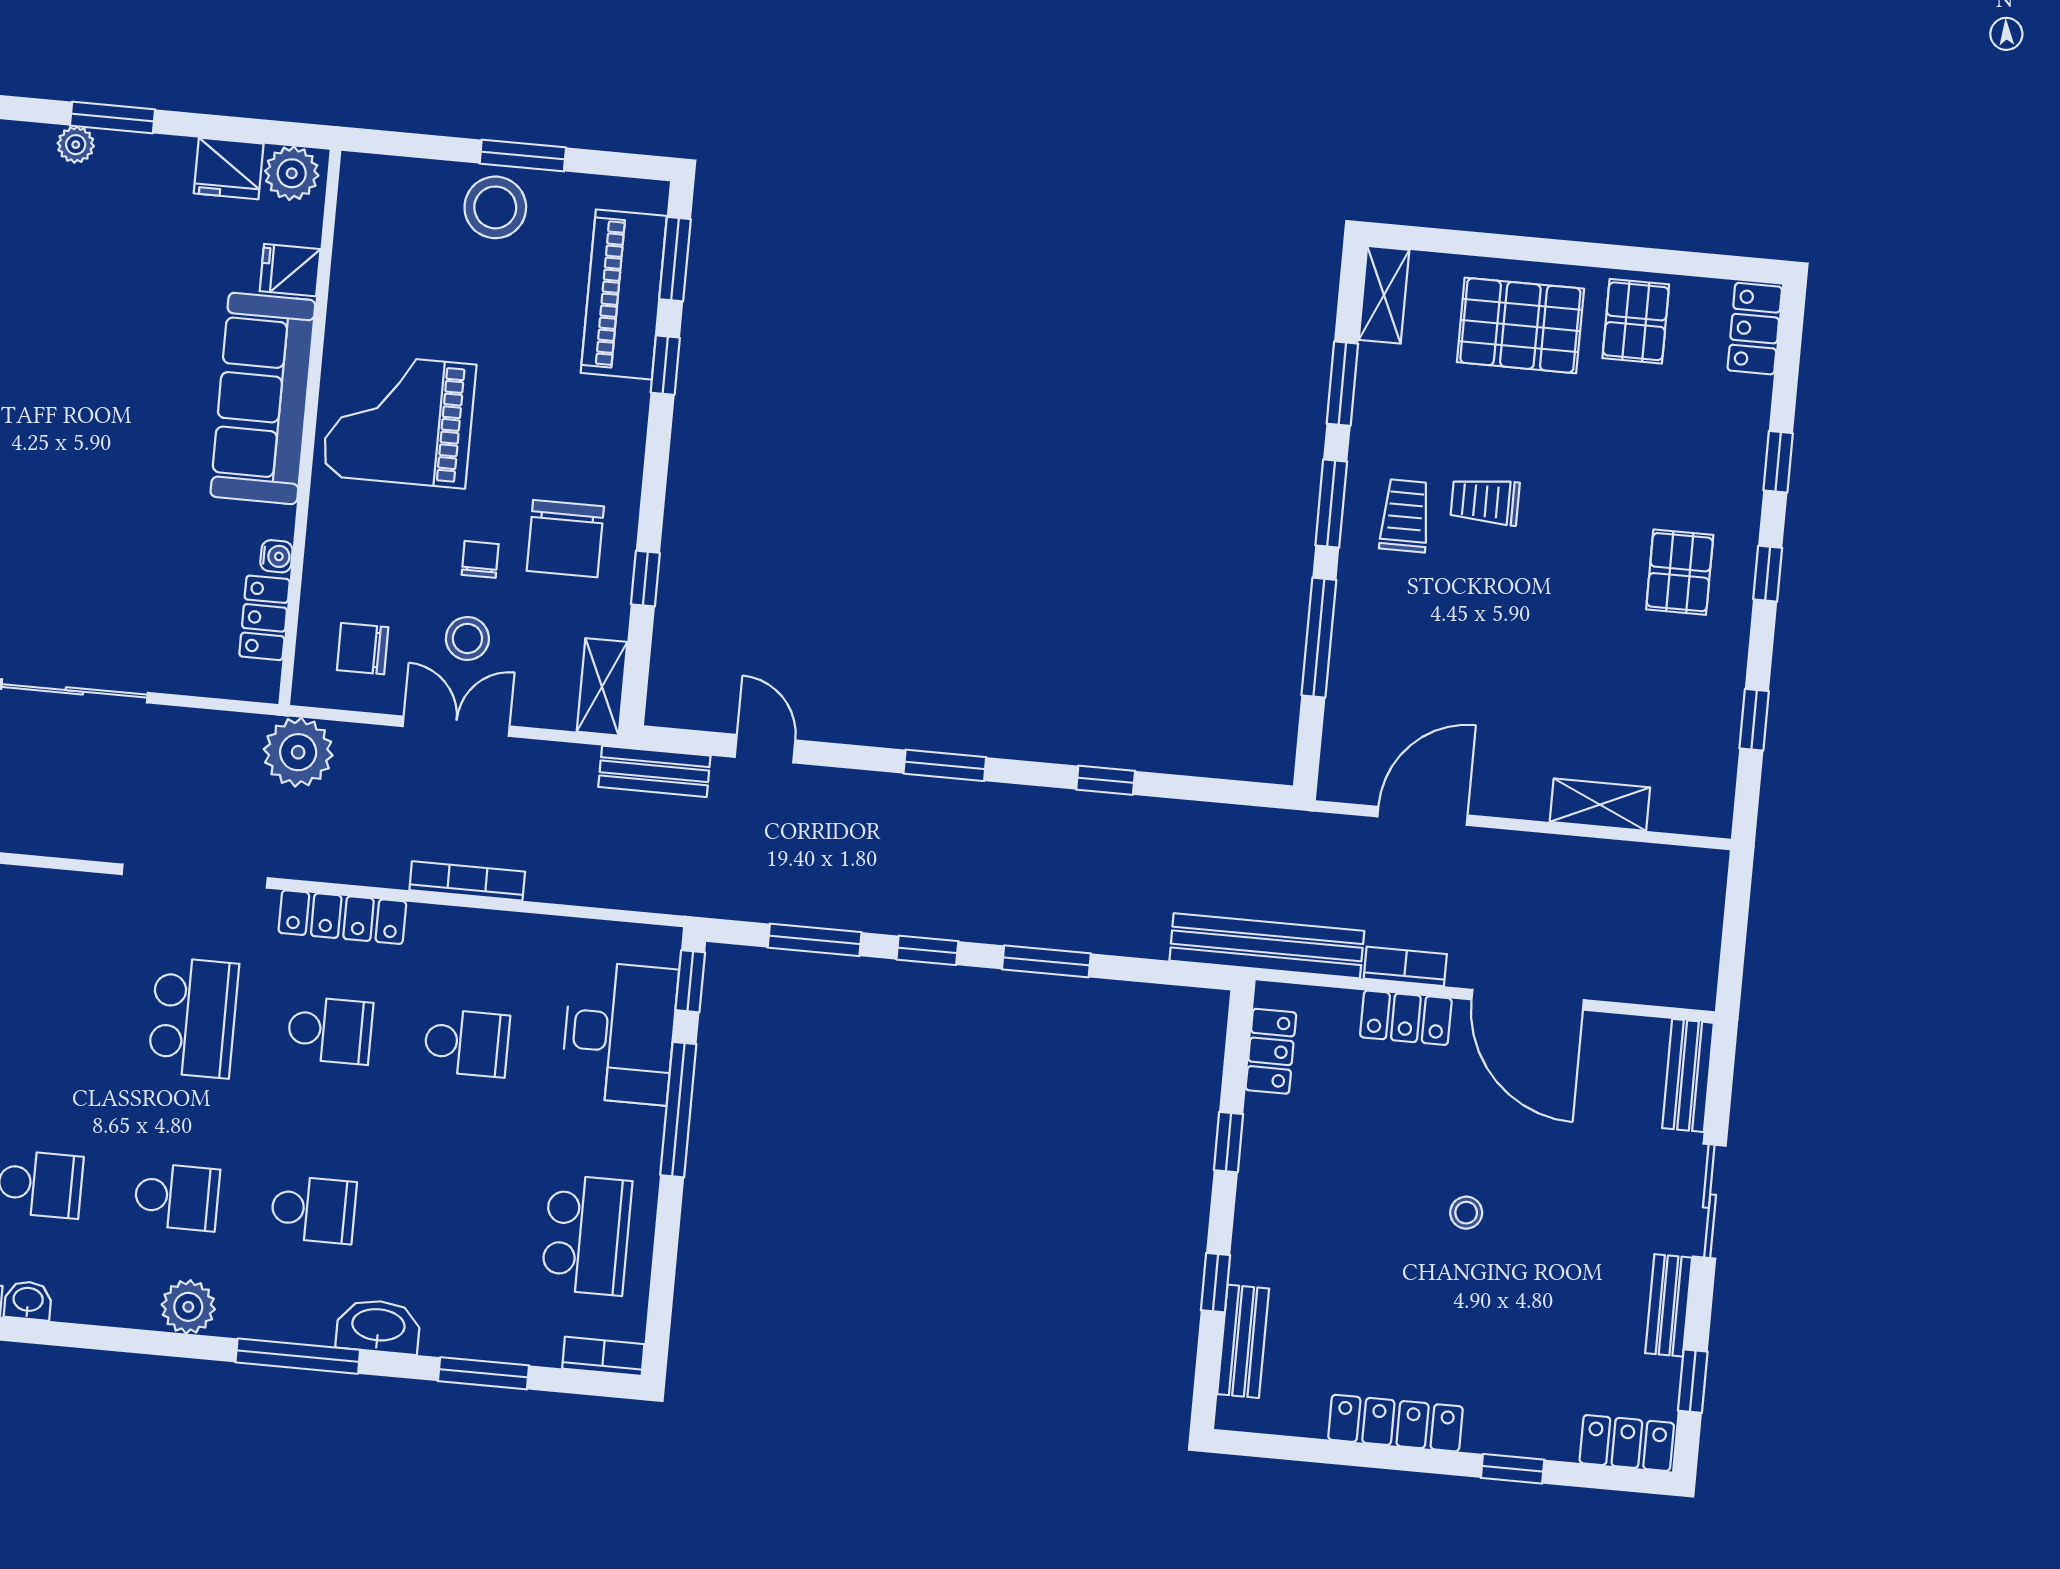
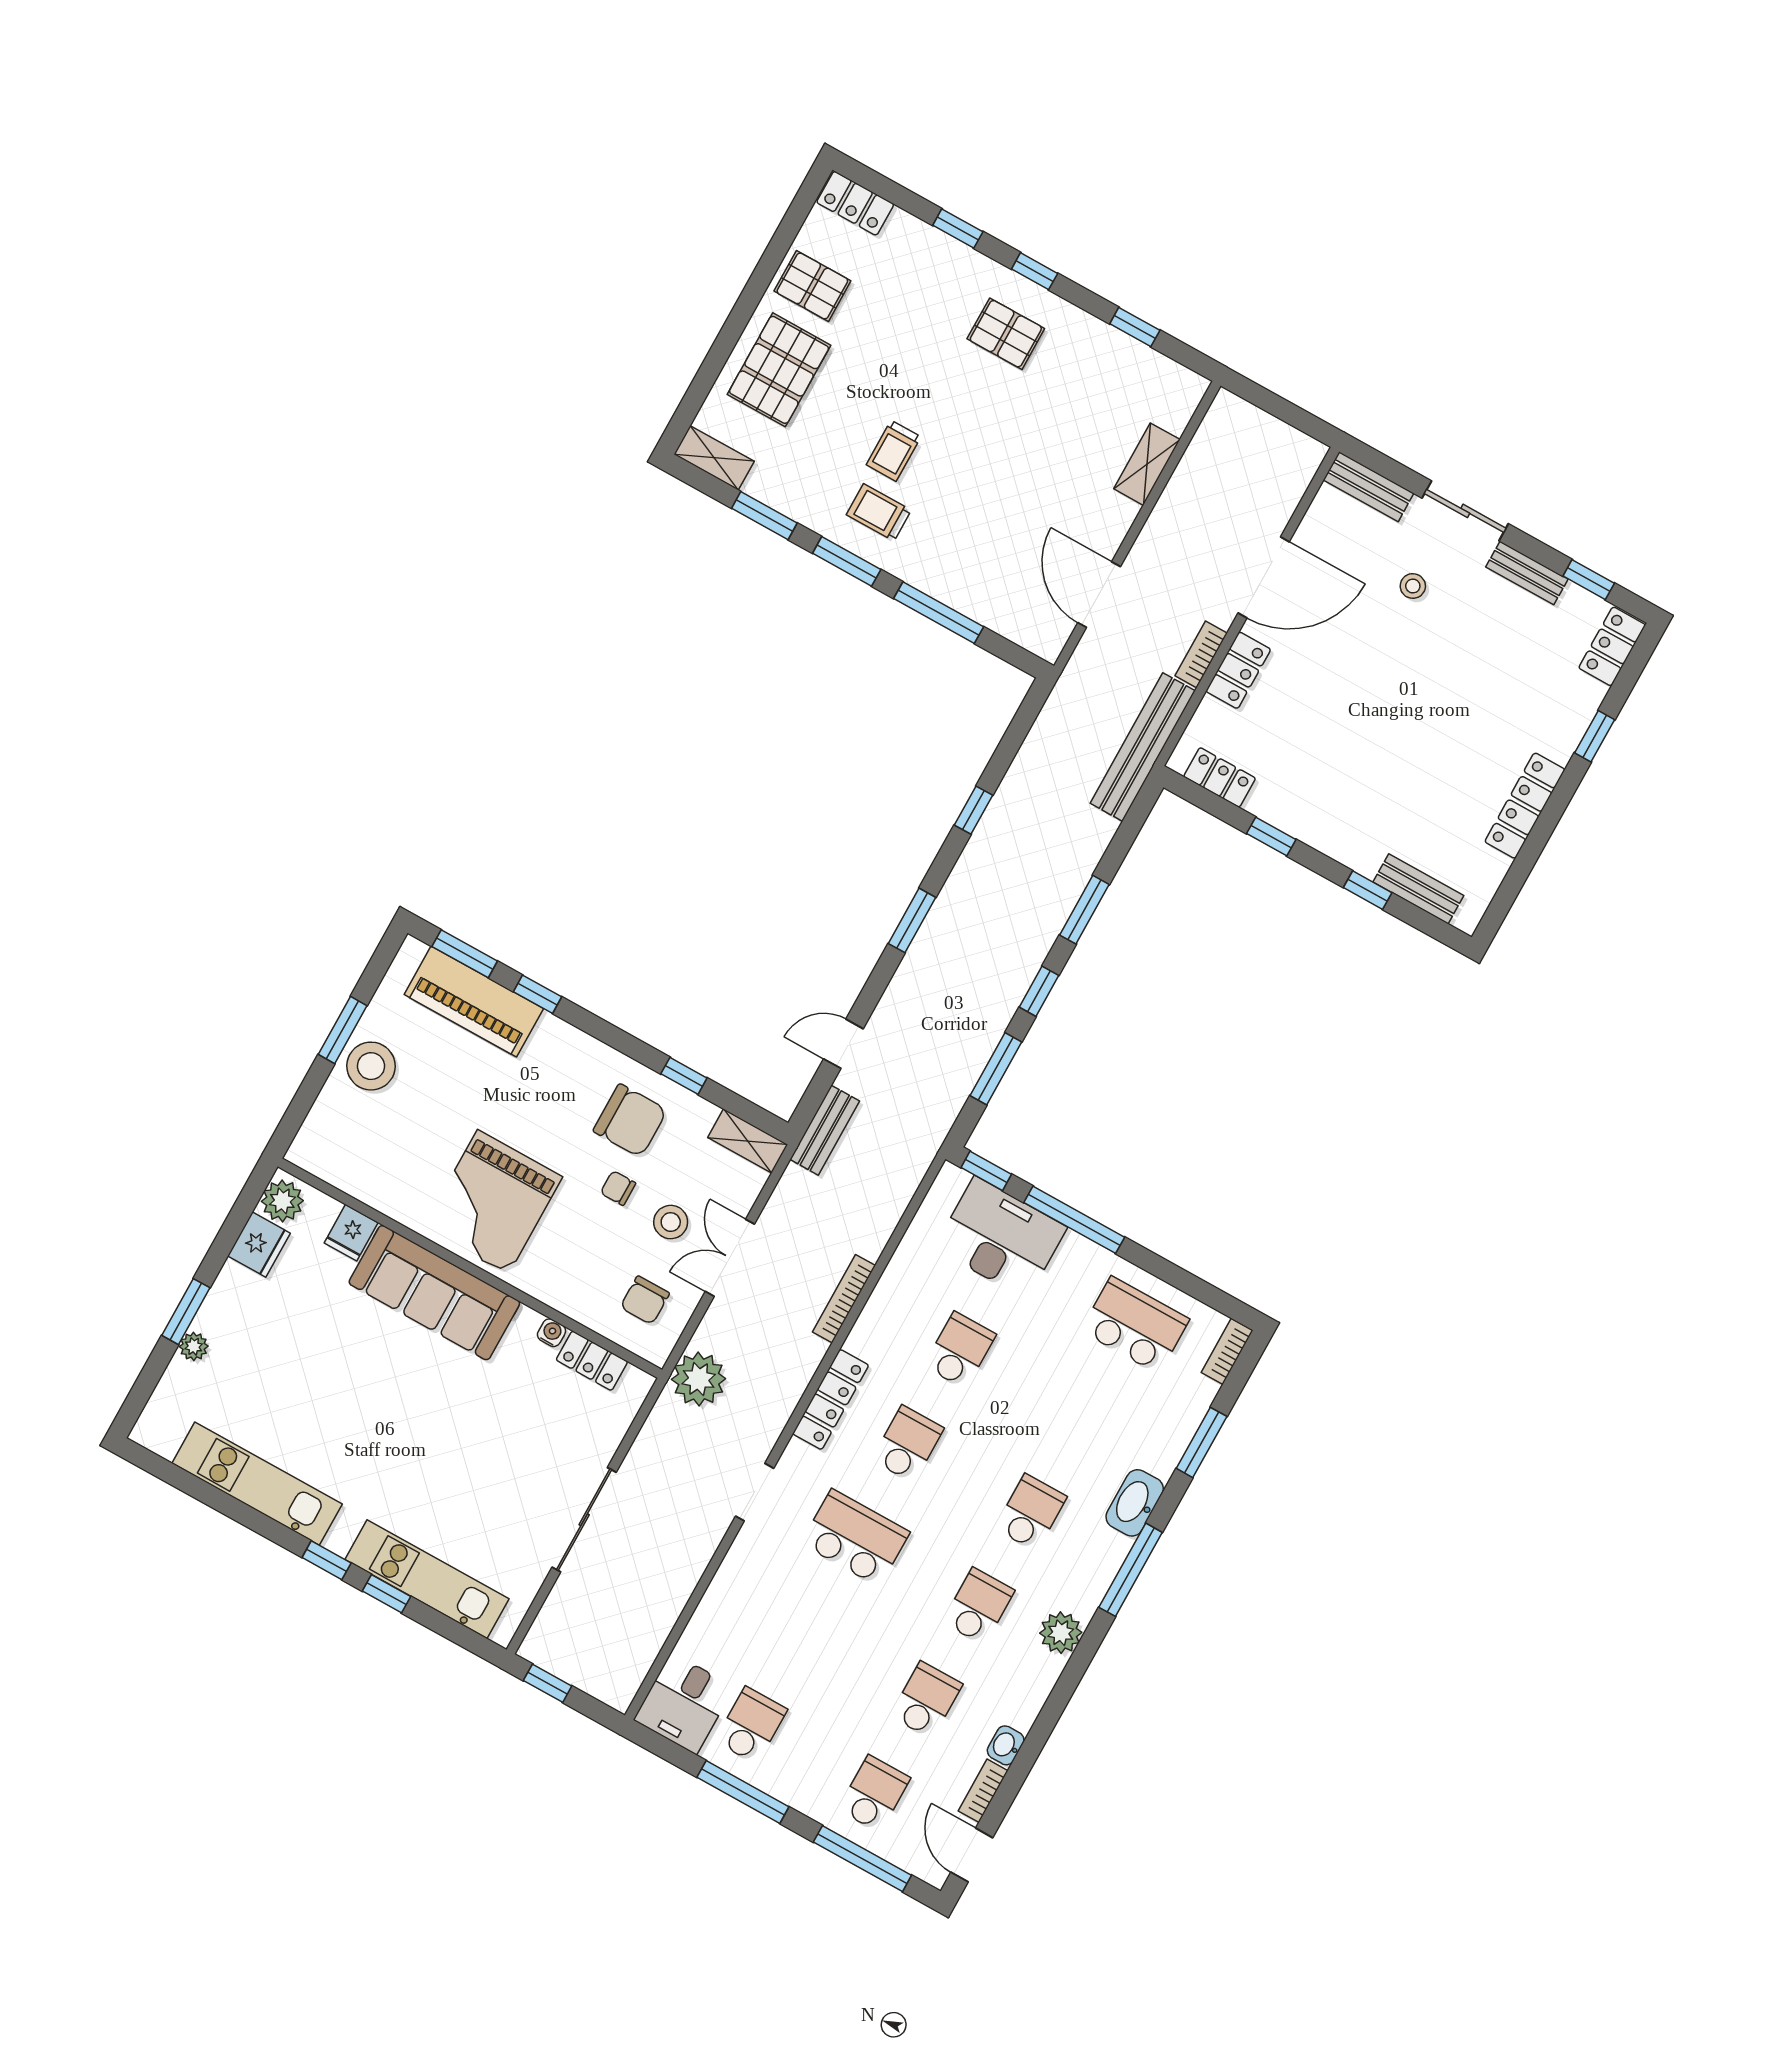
doorway: (195, 876) -> (755, 1492), width x0.53
stool: (1466, 1213) -> (1413, 586), moved

